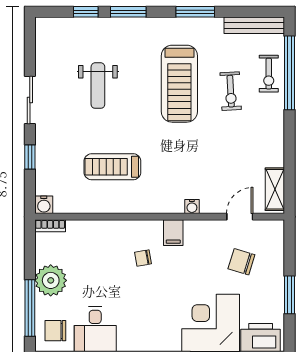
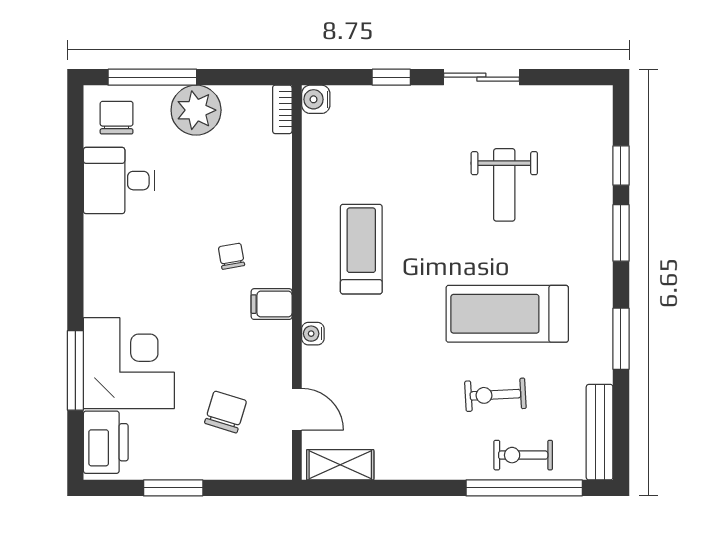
weight bench: (98, 86) -> (504, 185), turned -90
treadmill: (112, 167) -> (361, 249), moved

